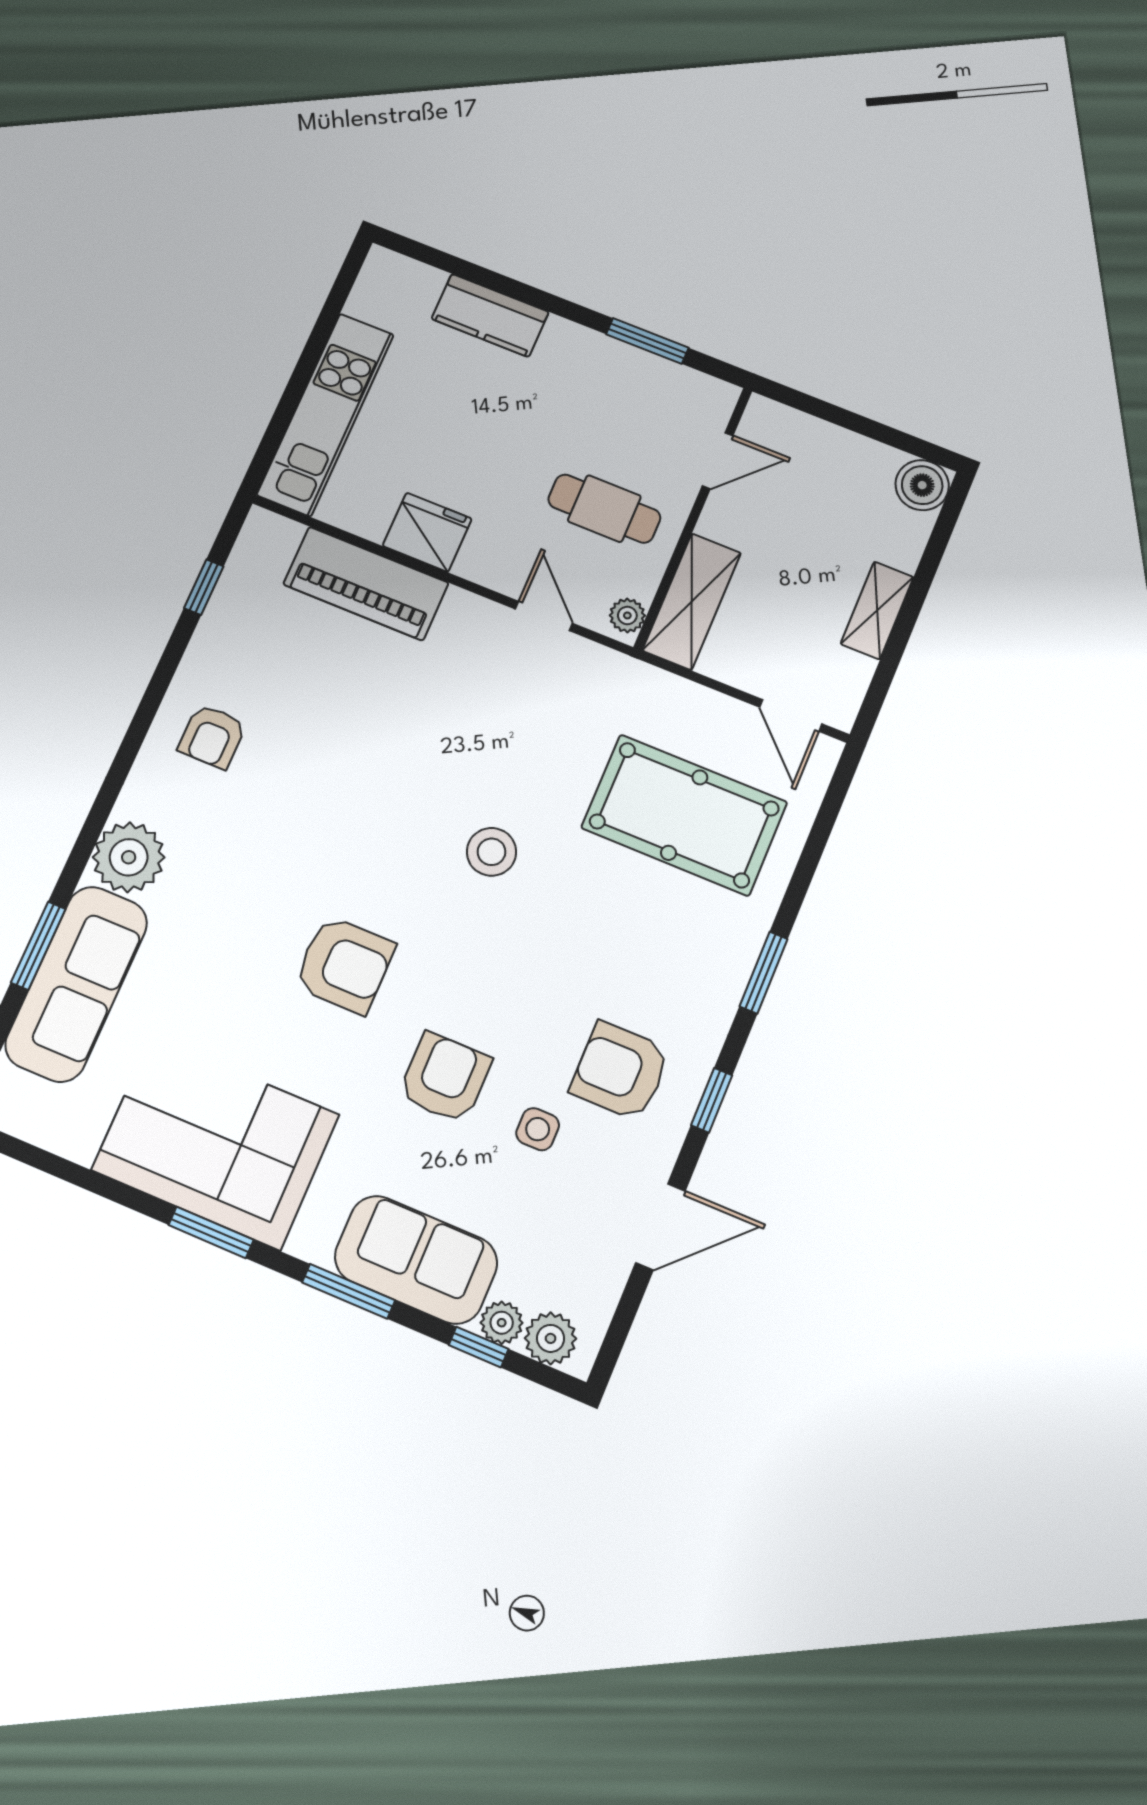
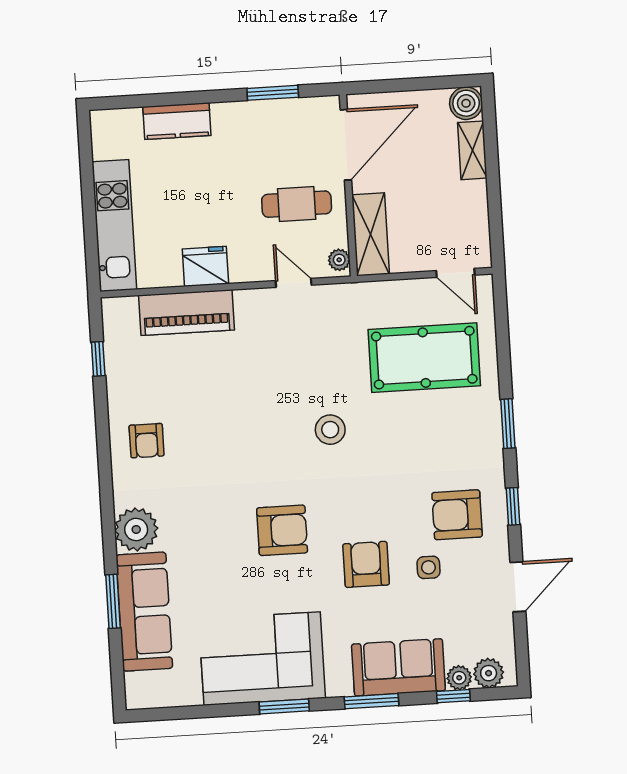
door: (718, 461) -> (346, 145), width x1.88
shelving: (877, 610) -> (472, 150), moved

